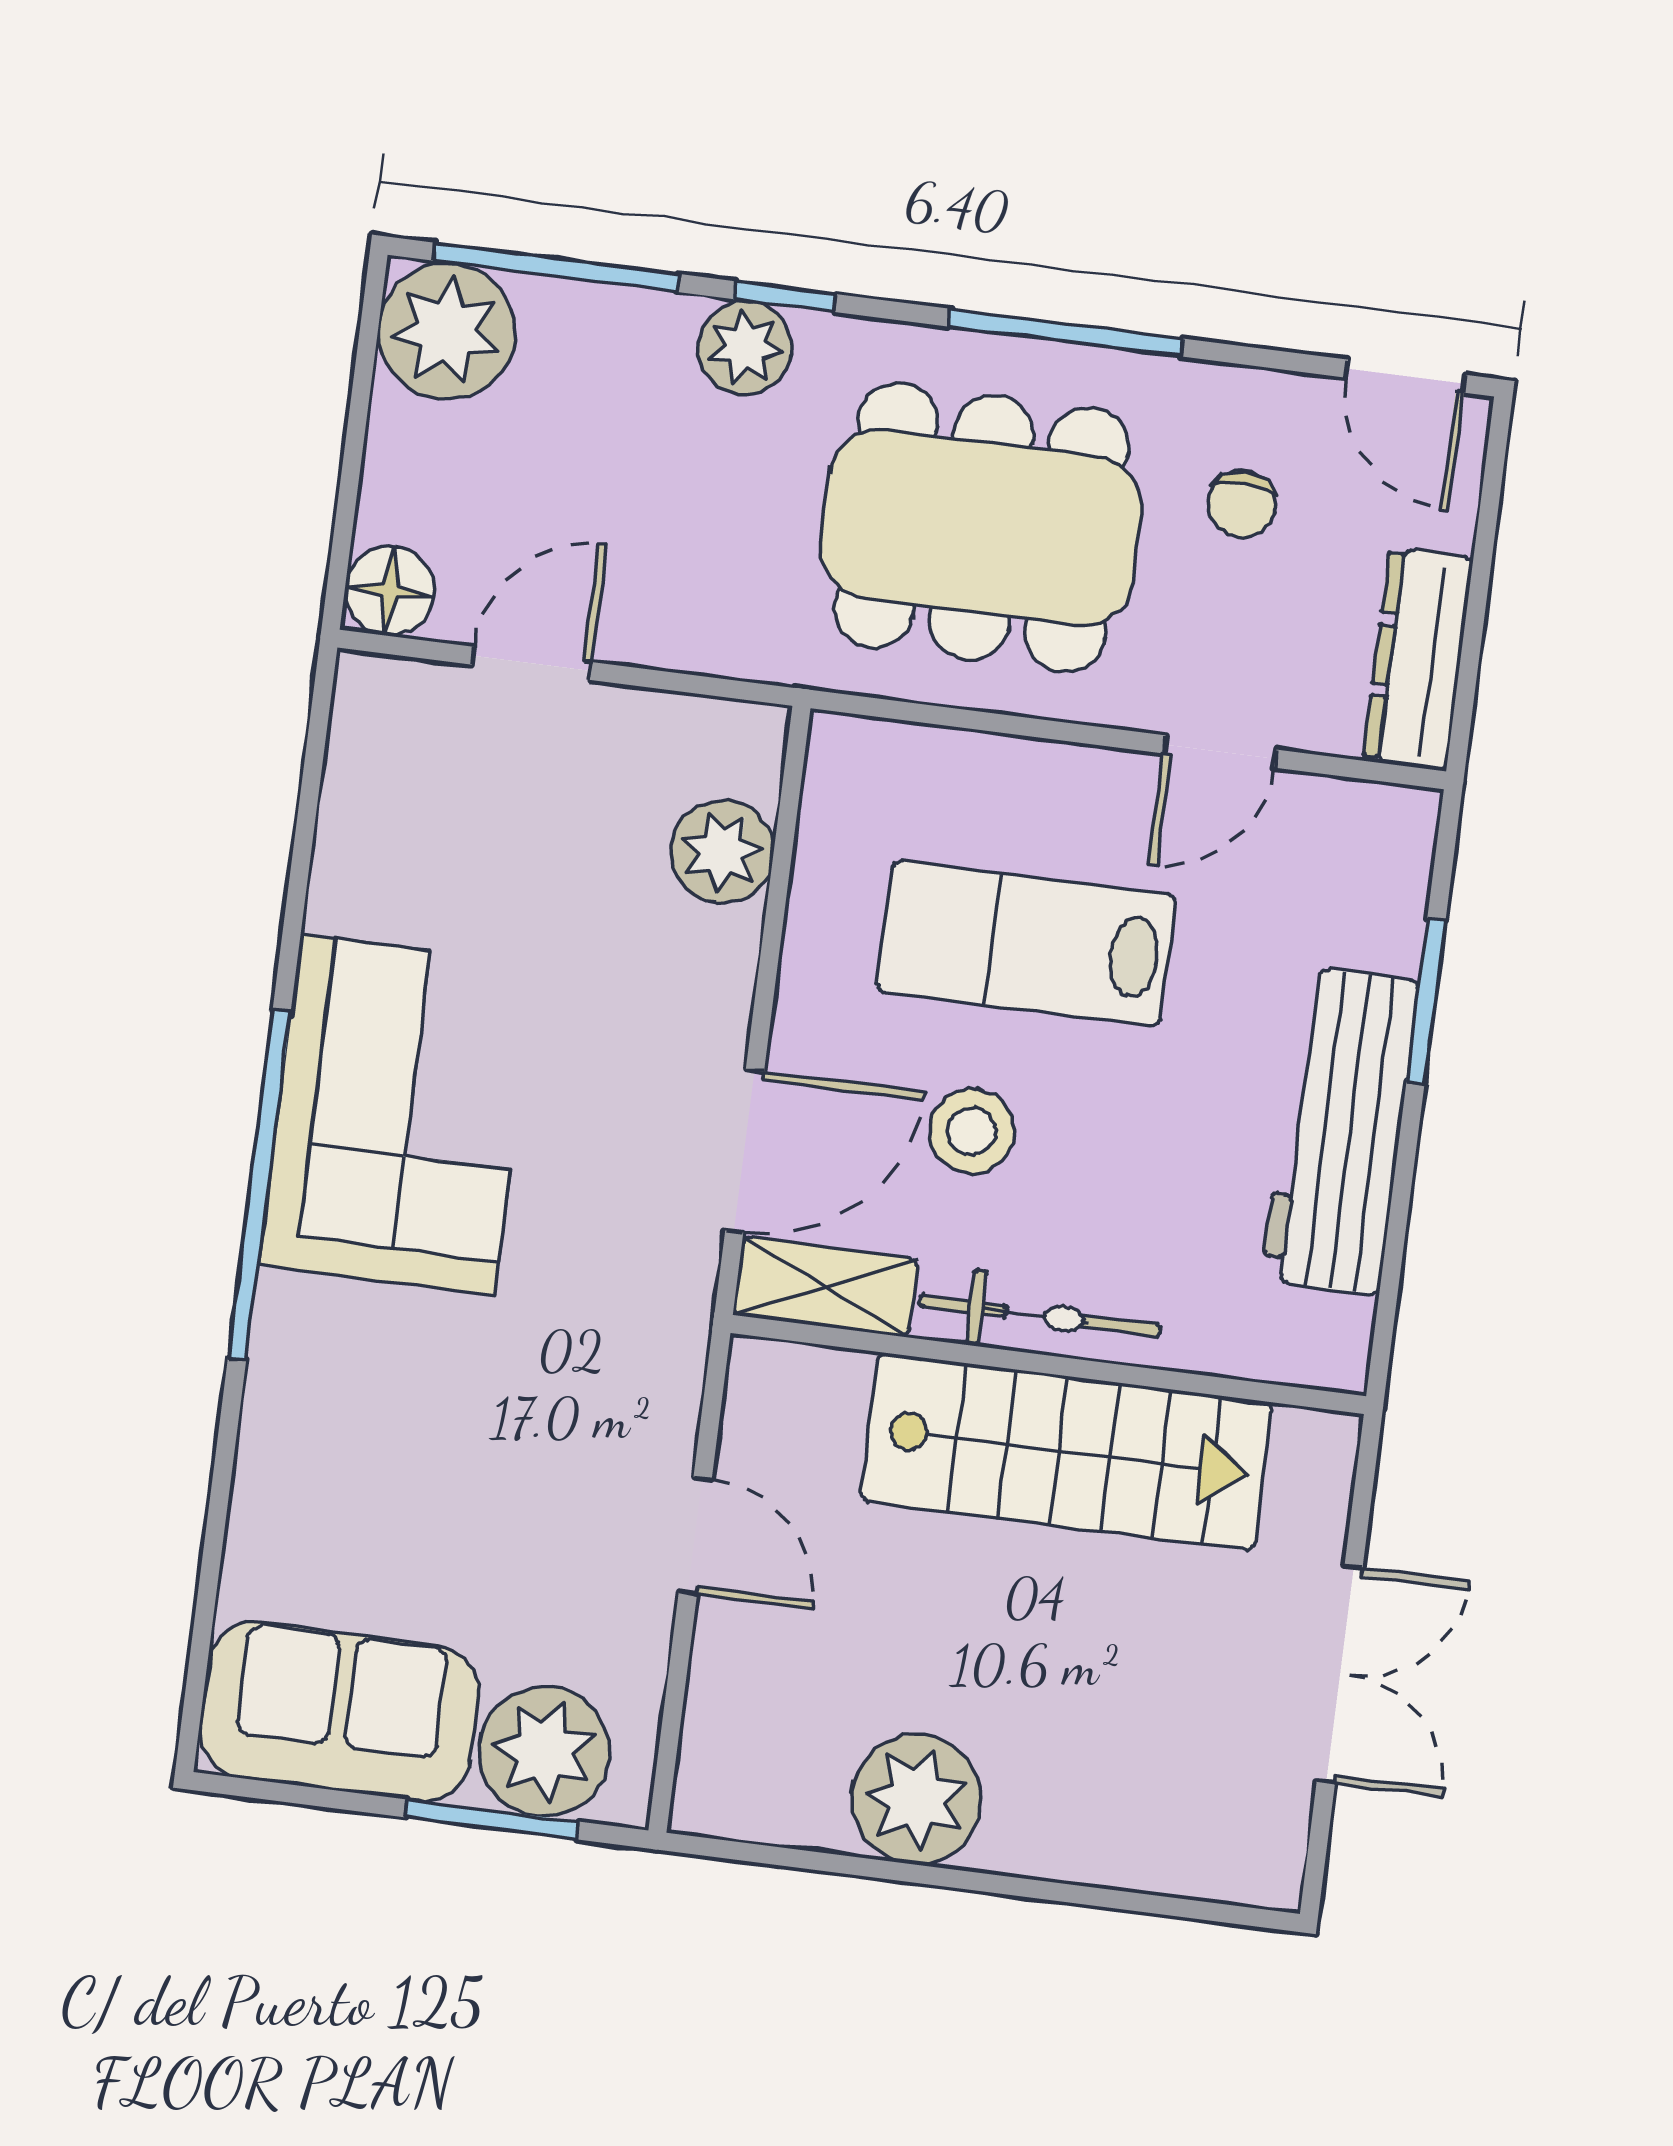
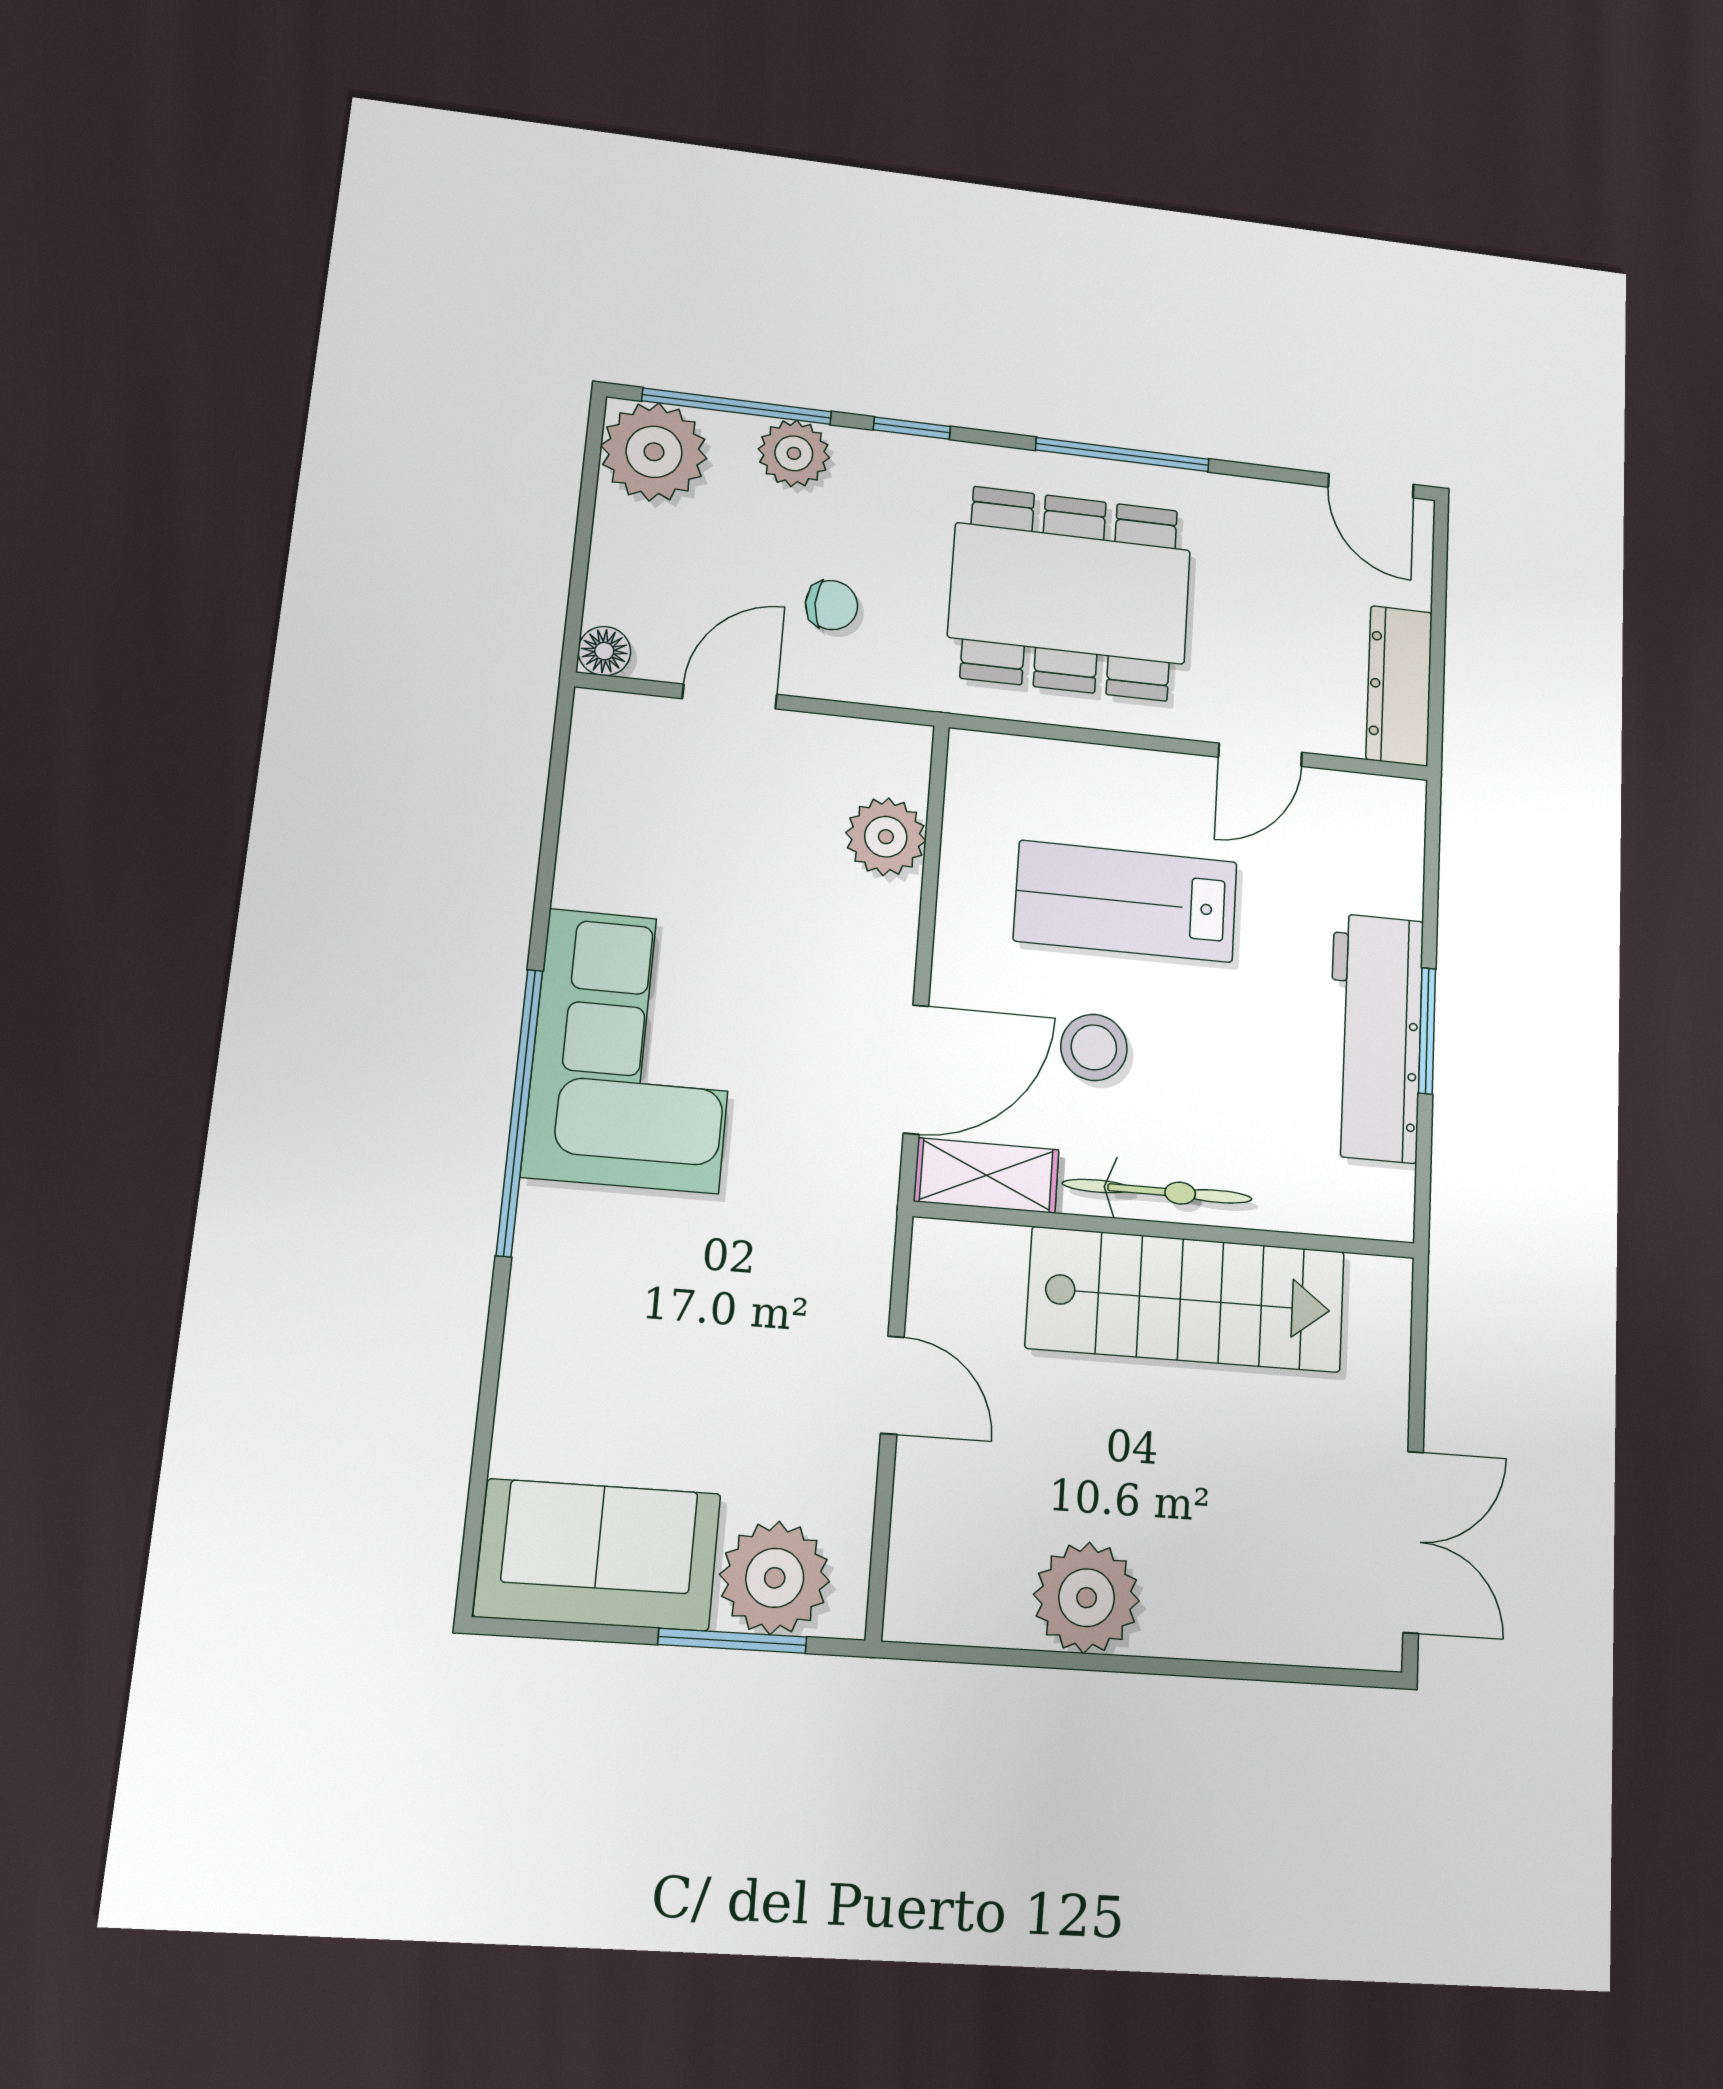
plant: (745, 348) -> (794, 453), moved
chair: (1242, 504) -> (832, 605), moved, turned -90
floor lamp: (390, 591) -> (604, 651), width x0.73, depth x0.73
window: (1426, 1001) -> (1427, 1031), moved
double door: (1340, 1674) -> (1413, 1542), moved

